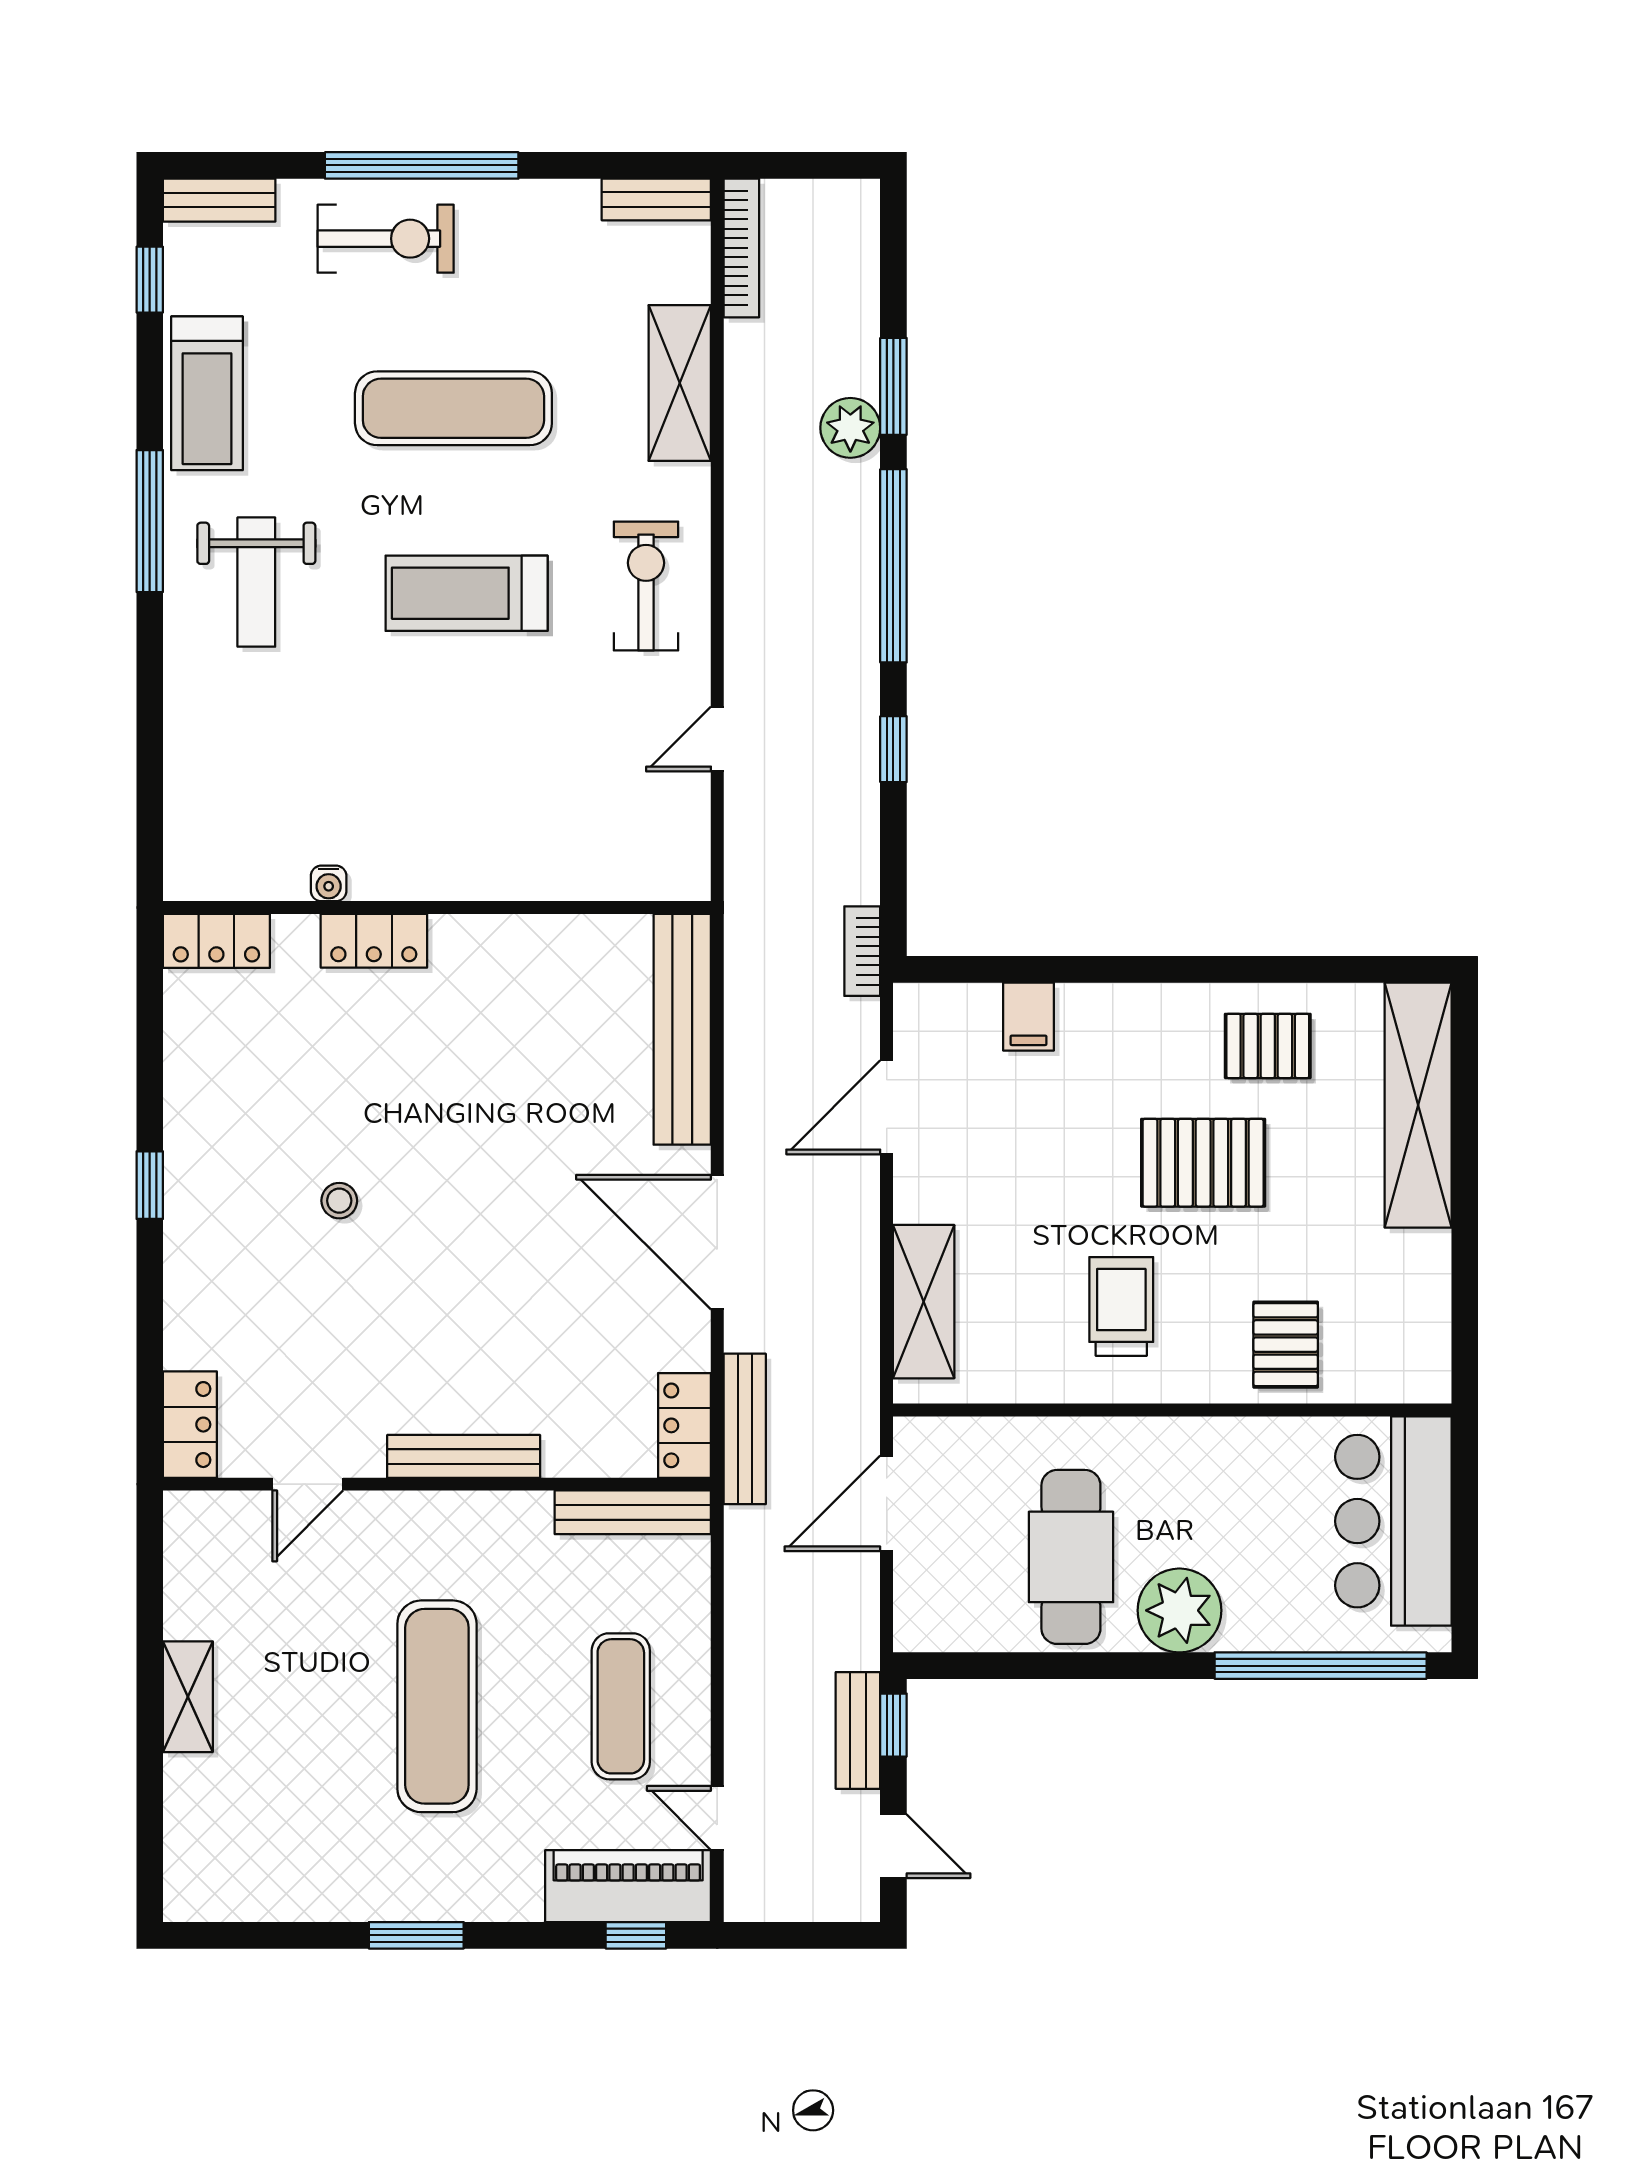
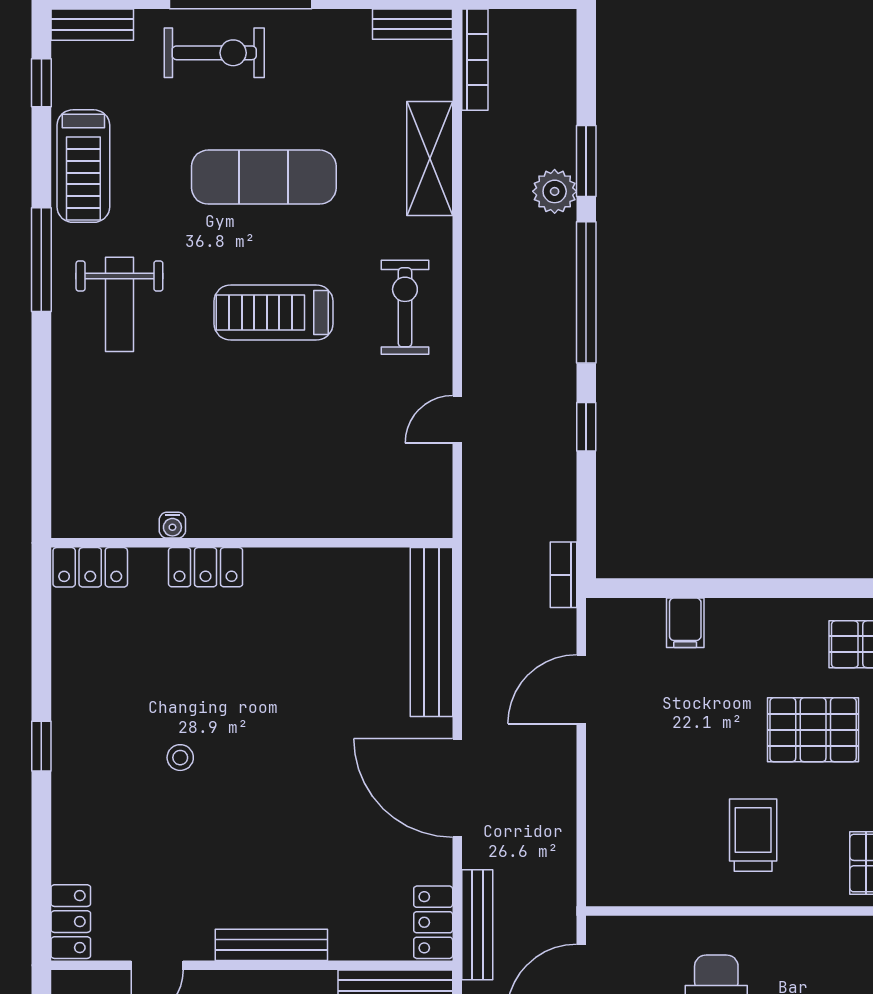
shelving: (924, 1302) -> (608, 832), removed

